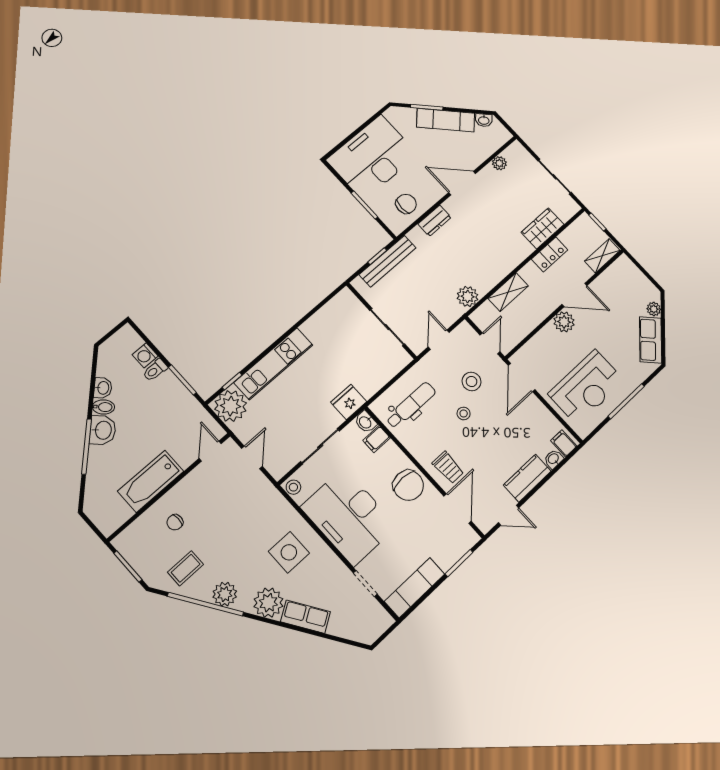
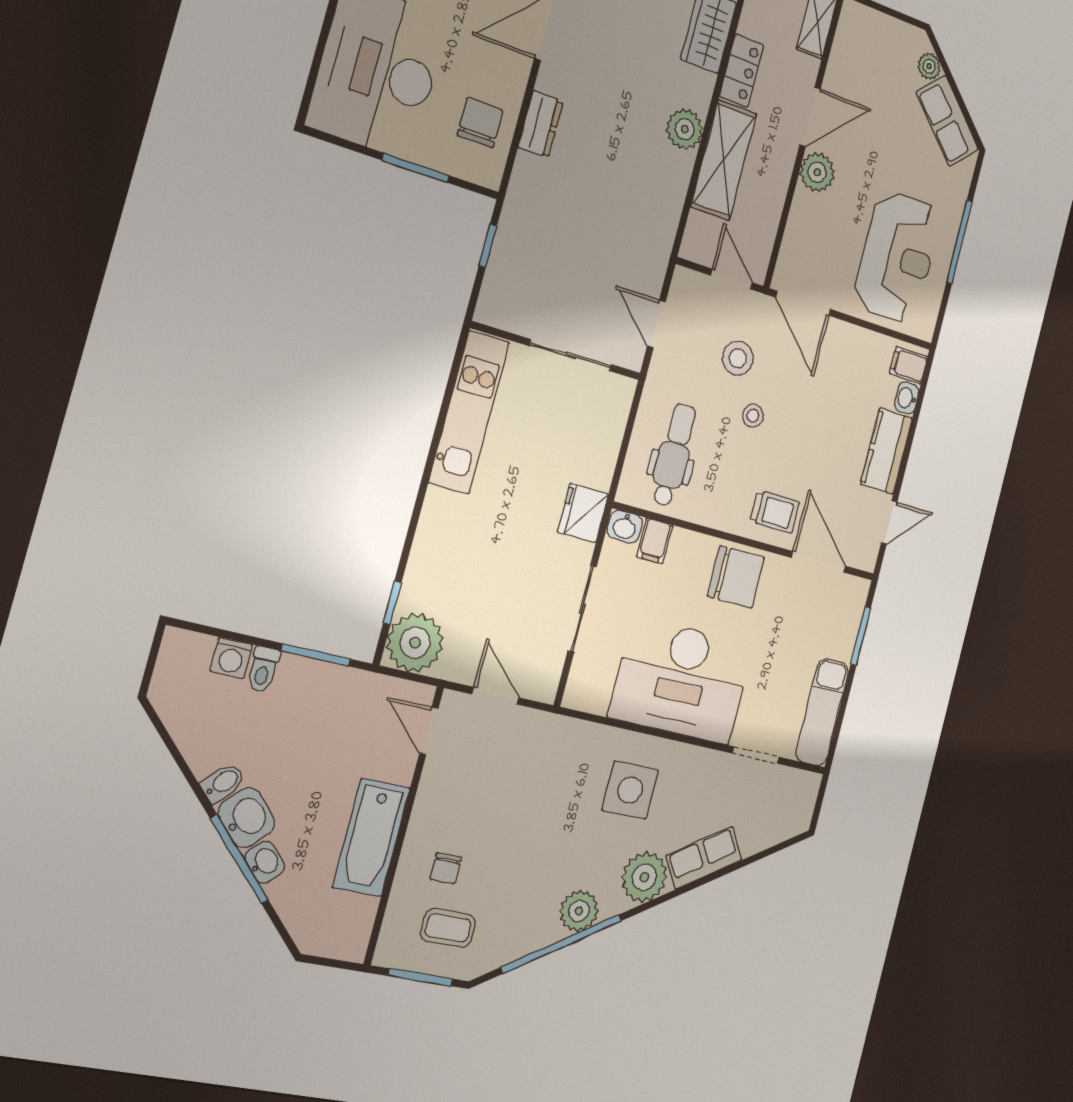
bench: (388, 261) -> (509, 244), removed
shelving: (508, 292) -> (724, 160), width x1.50, depth x1.33
plant: (468, 297) -> (685, 129), moved
kitchen unit: (273, 364) -> (469, 412), moved
washbasin: (103, 388) -> (265, 862), moved
stool: (293, 487) -> (581, 695), removed
coffee table: (186, 568) -> (448, 928), moved, turned 90

